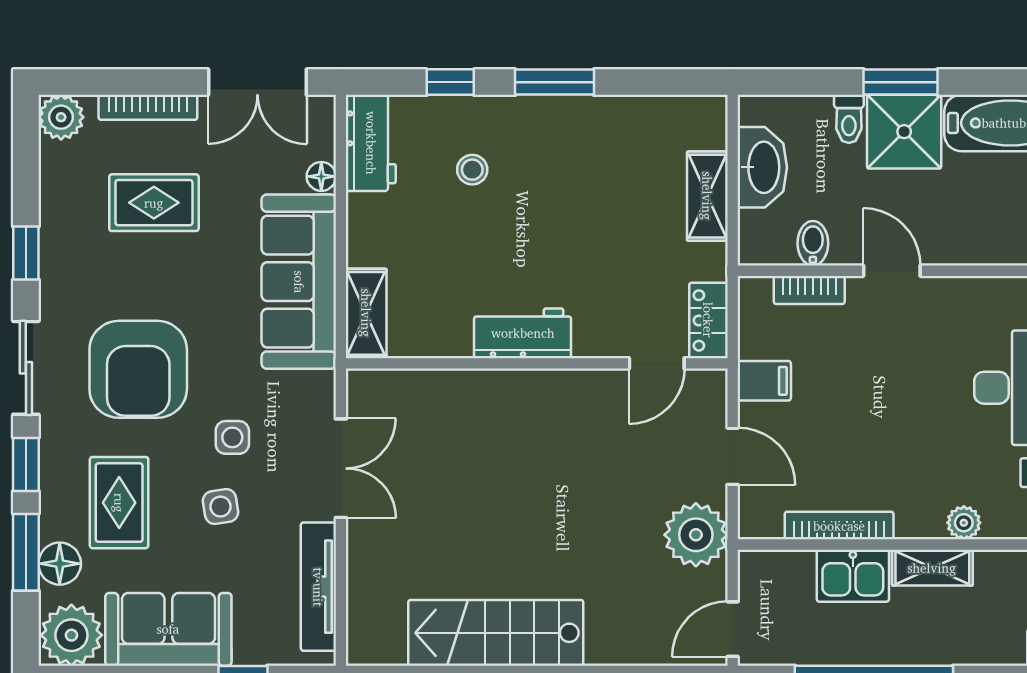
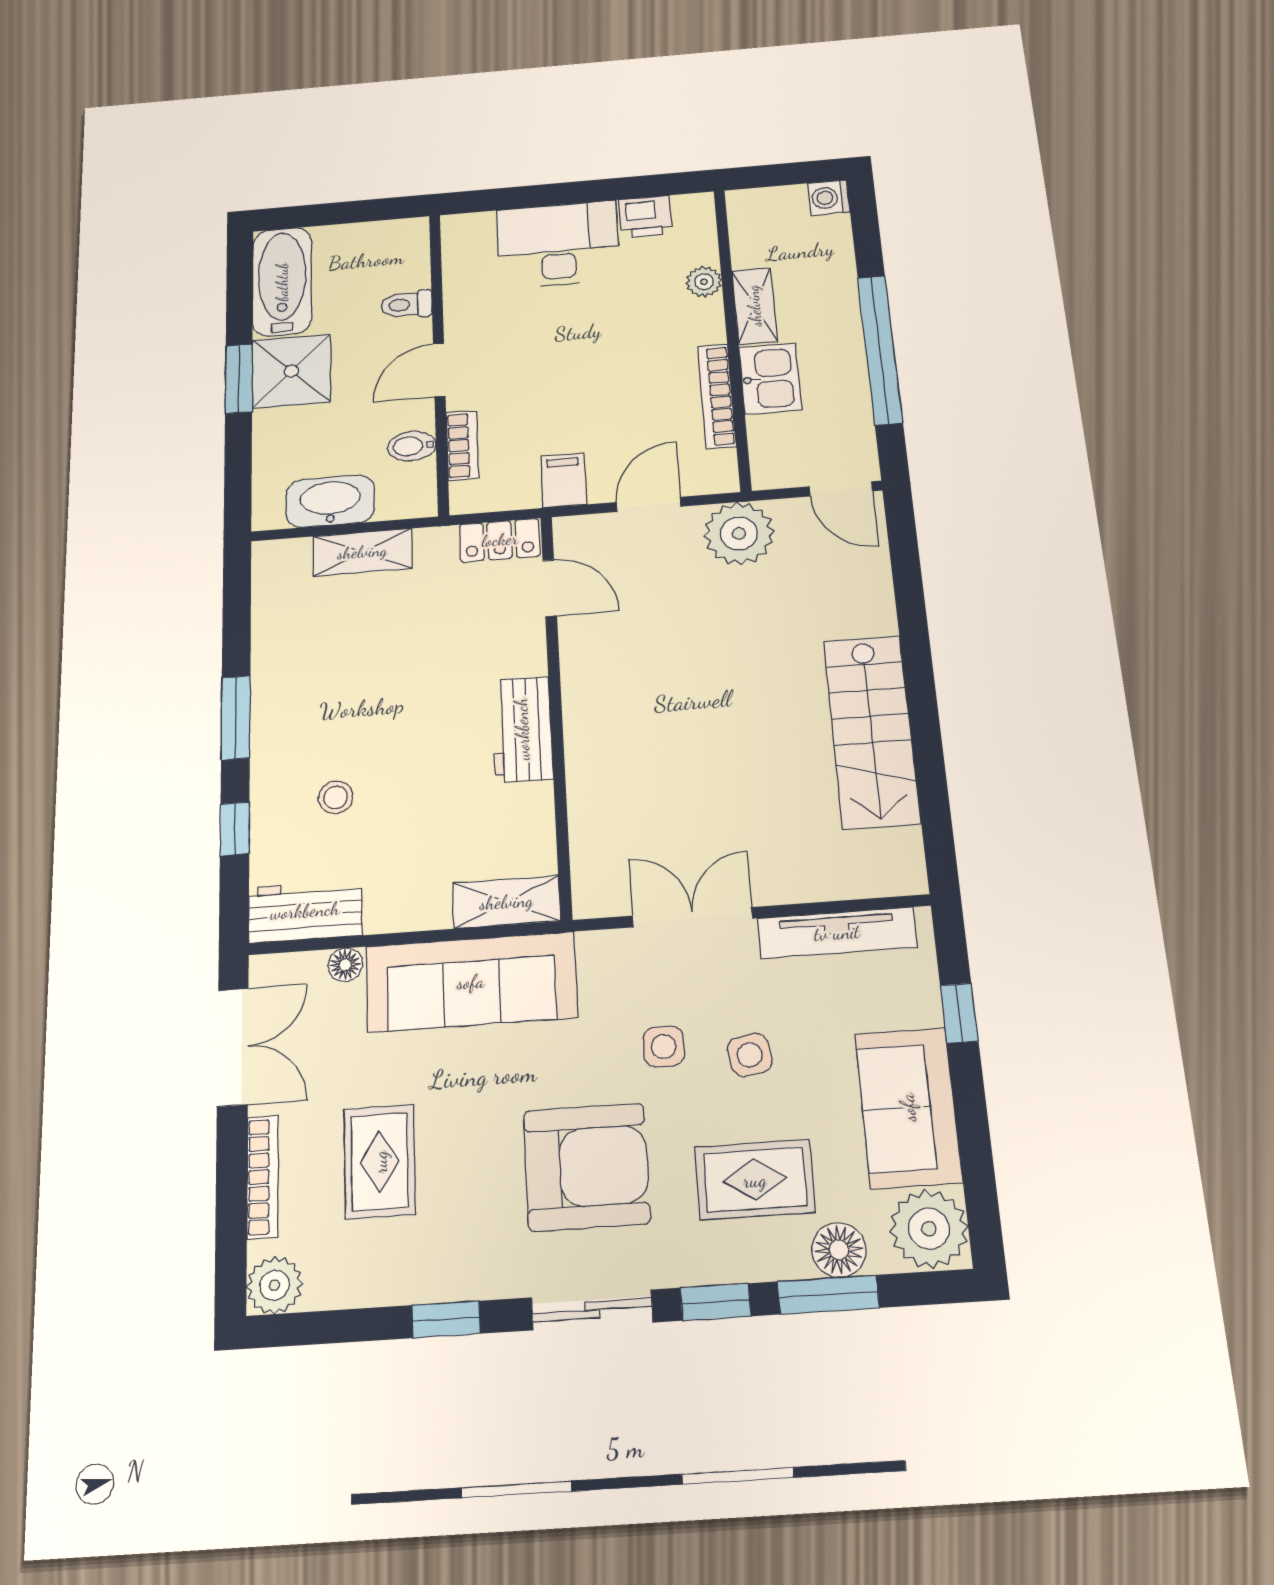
toilet: (849, 119) -> (406, 305), moved, turned 180

